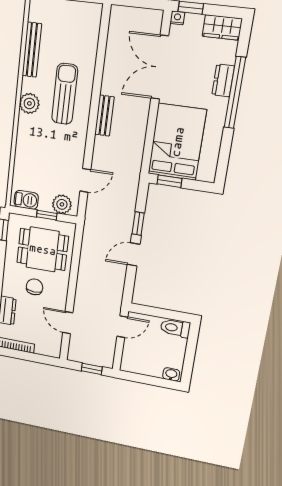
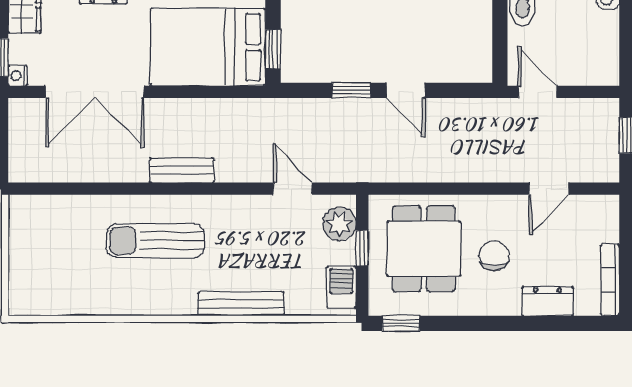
bench: (32, 50) -> (241, 304), moved
plant: (29, 103) -> (178, 299), removed
chair: (35, 287) -> (494, 256), turned 88

